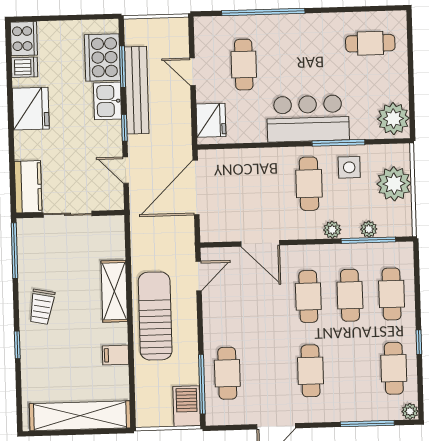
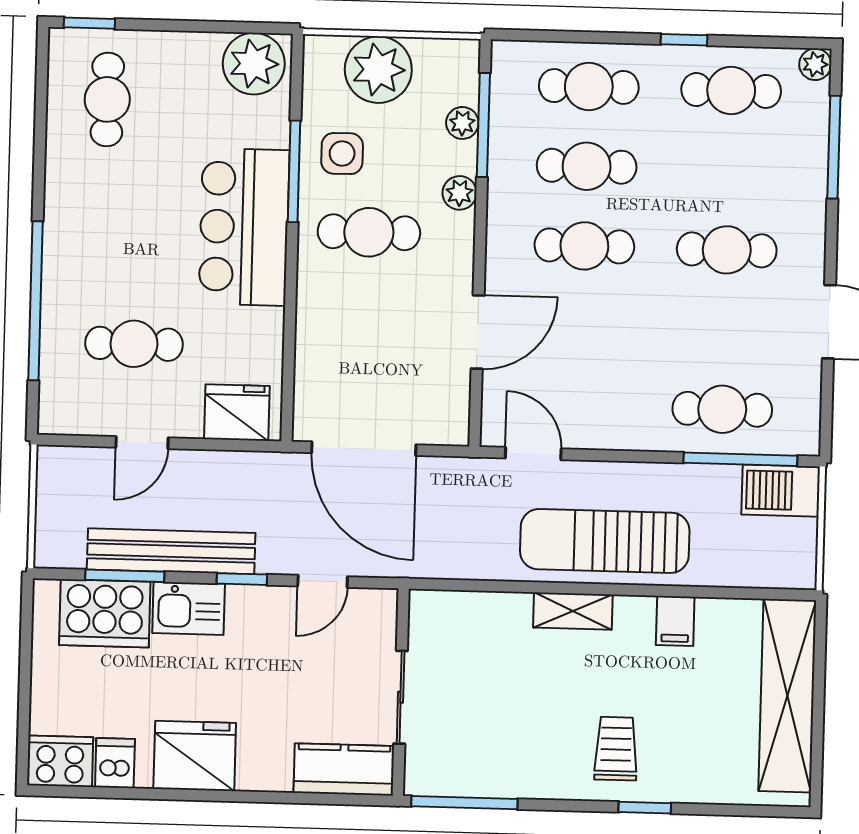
window: (410, 32) -> (89, 23), added
shelving: (114, 291) -> (573, 611), width x0.67, depth x0.75
trolley: (42, 307) -> (616, 749), moved, turned -101

